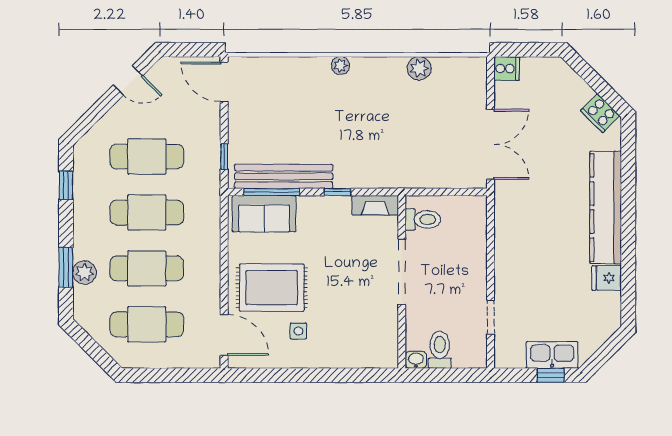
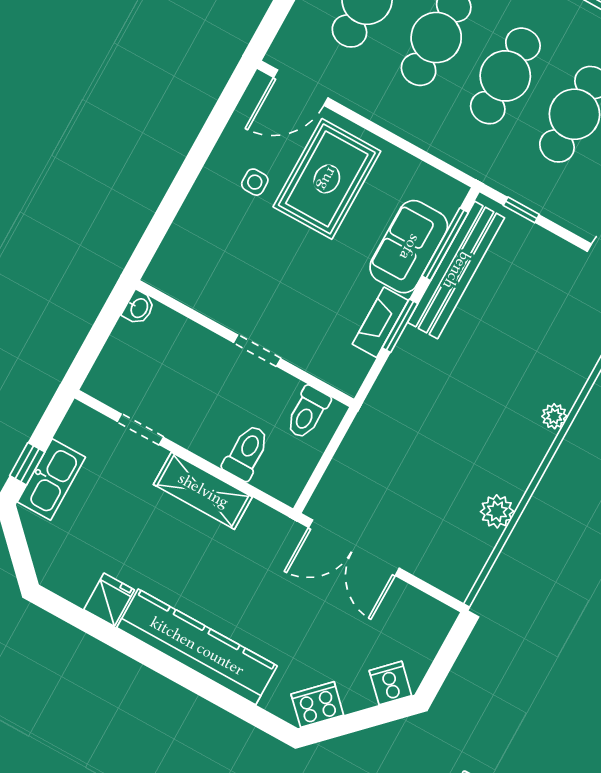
cooker: (507, 69) -> (390, 683), moved, turned 135
window: (337, 192) -> (400, 326), width x1.50
fireplace: (375, 205) -> (380, 322), moved
sofa: (264, 214) -> (409, 247), moved
shelving: (507, 257) -> (203, 491), added
doorway: (402, 272) -> (257, 351), width x0.53
toilet: (440, 350) -> (246, 452), moved, turned -90

